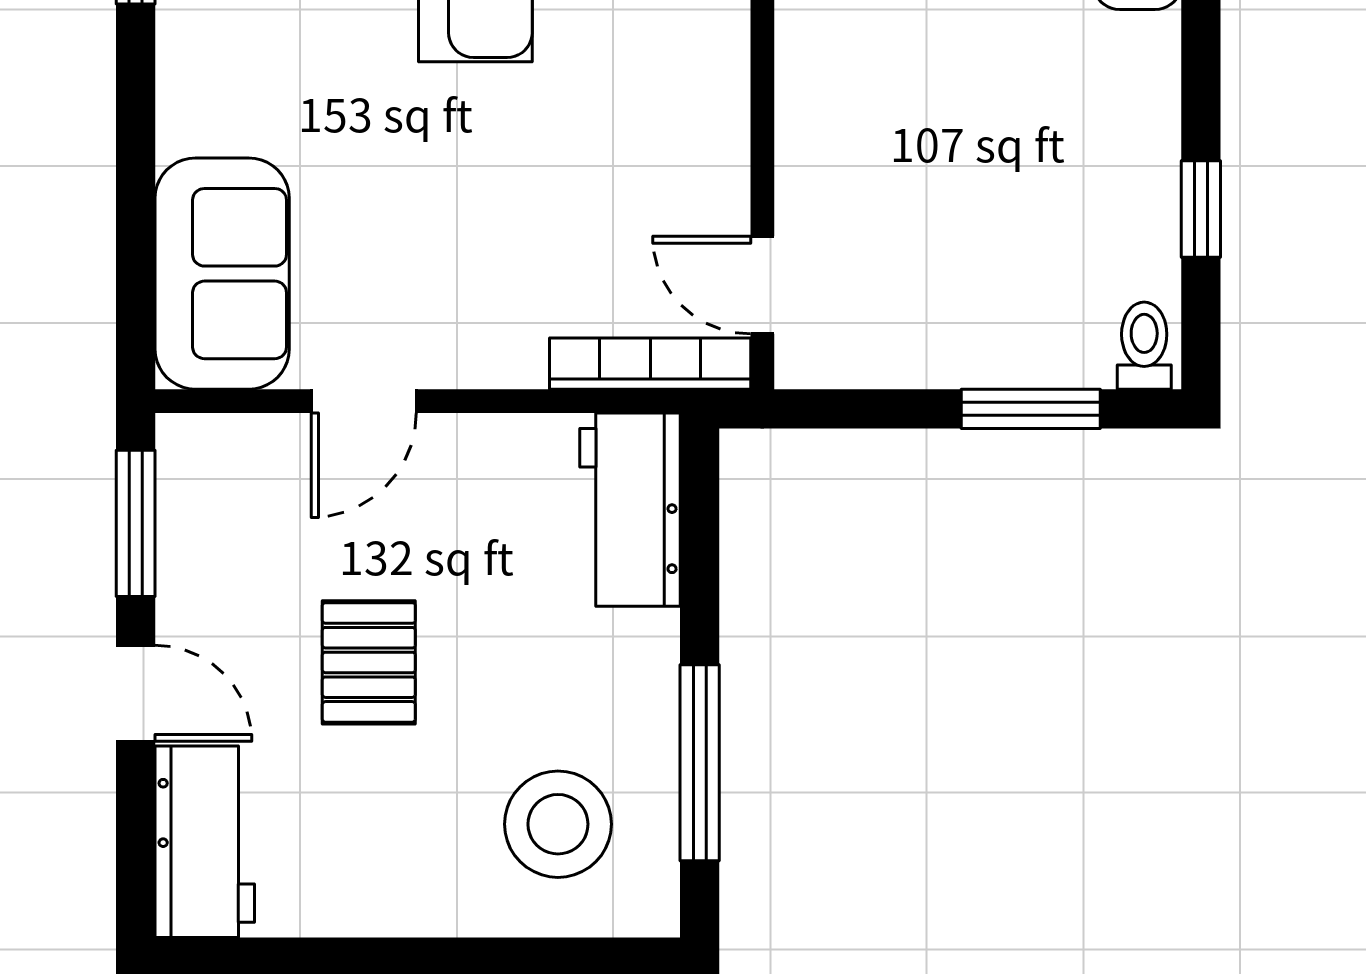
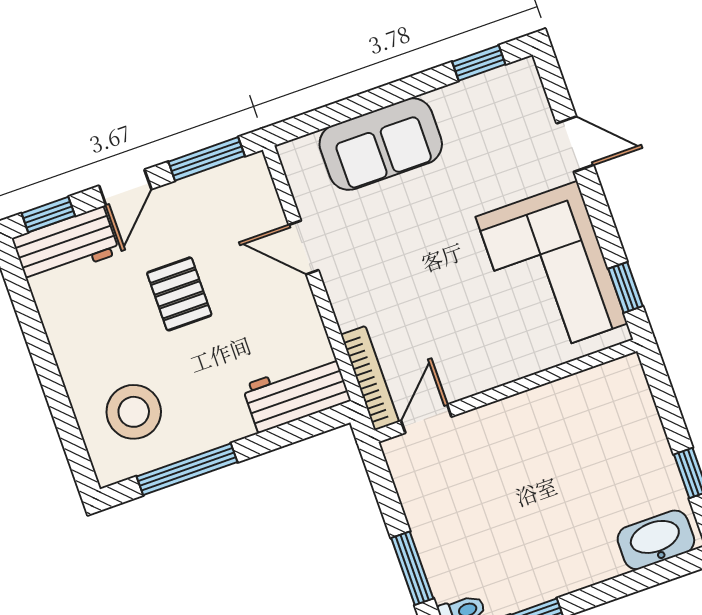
sofa: (222, 274) -> (381, 144), moved
pallet: (369, 662) -> (179, 294), turned 90
window: (136, 854) -> (48, 215), added

